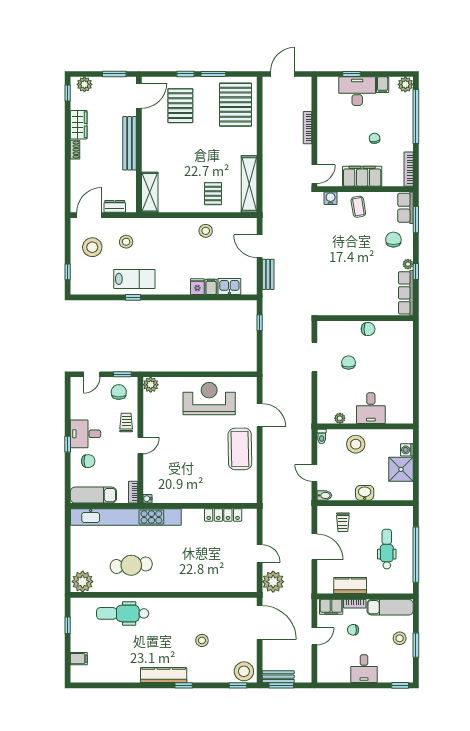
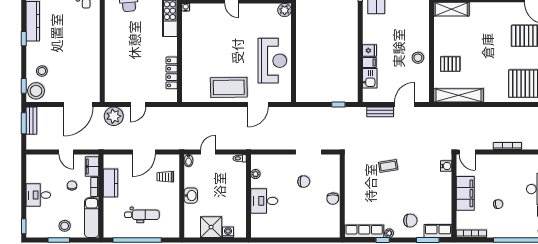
coffee table: (358, 207) -> (388, 166), moved
stool: (356, 444) -> (233, 188), removed
stool: (202, 640) -> (42, 71), moved

